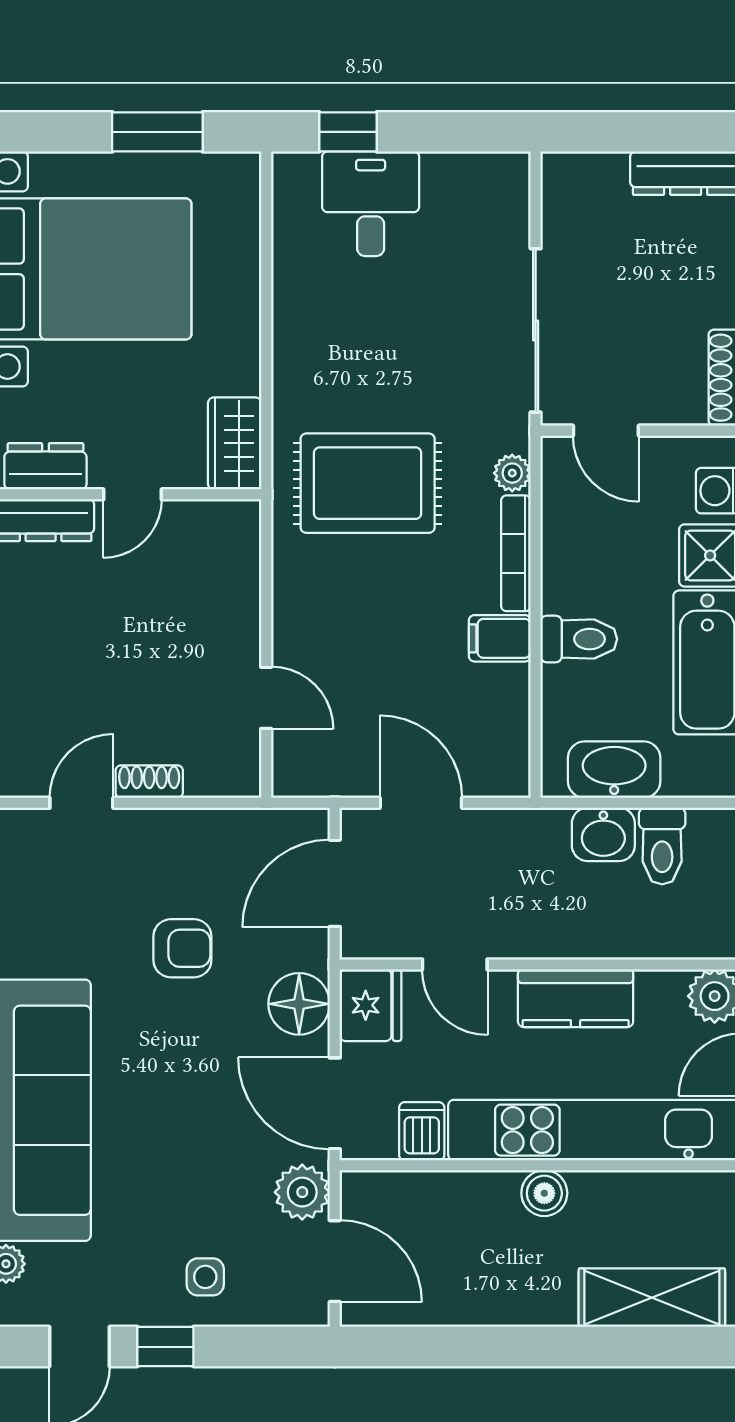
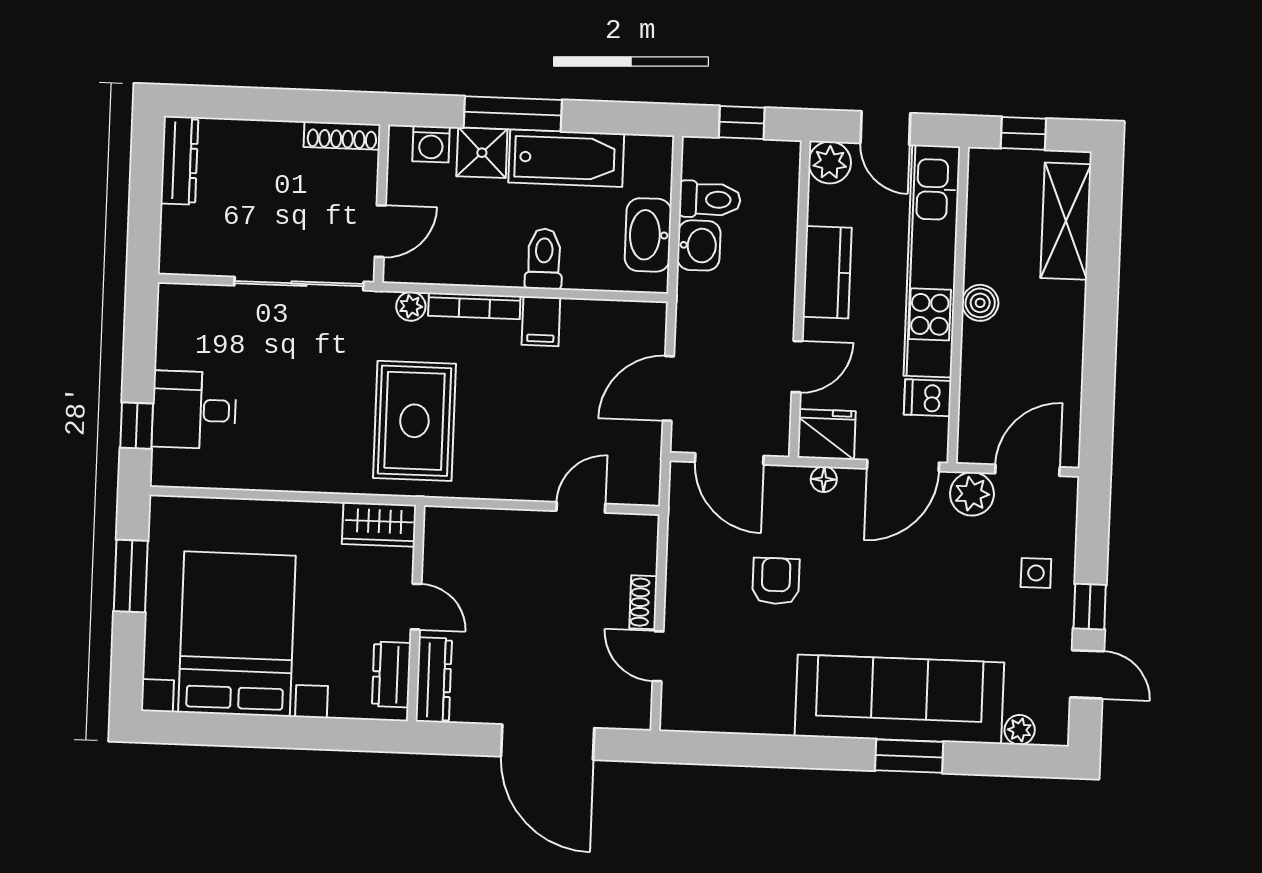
floor lamp: (299, 1004) -> (824, 479), width x0.53, depth x0.53

